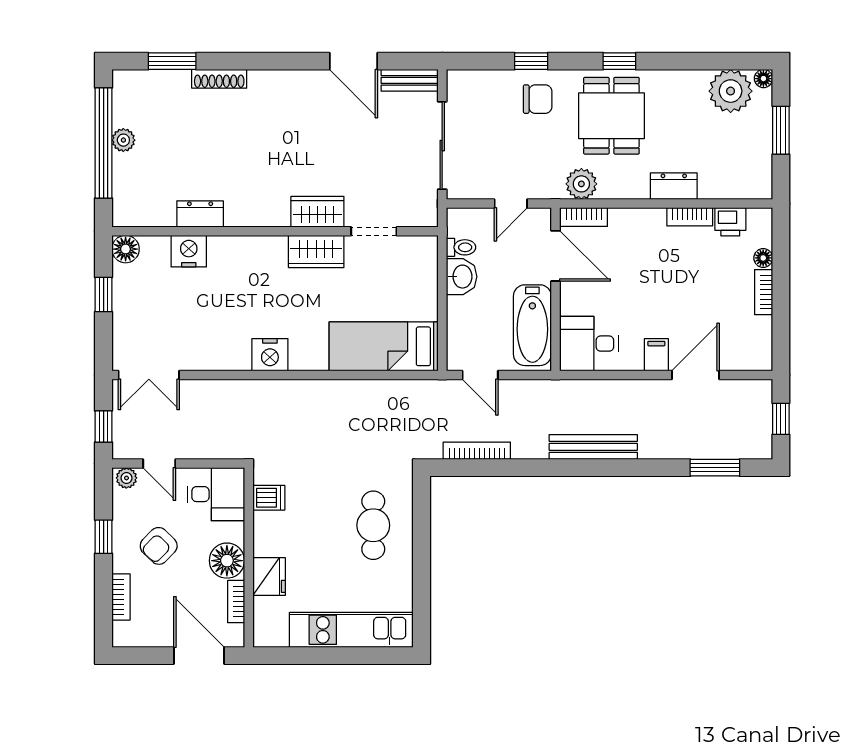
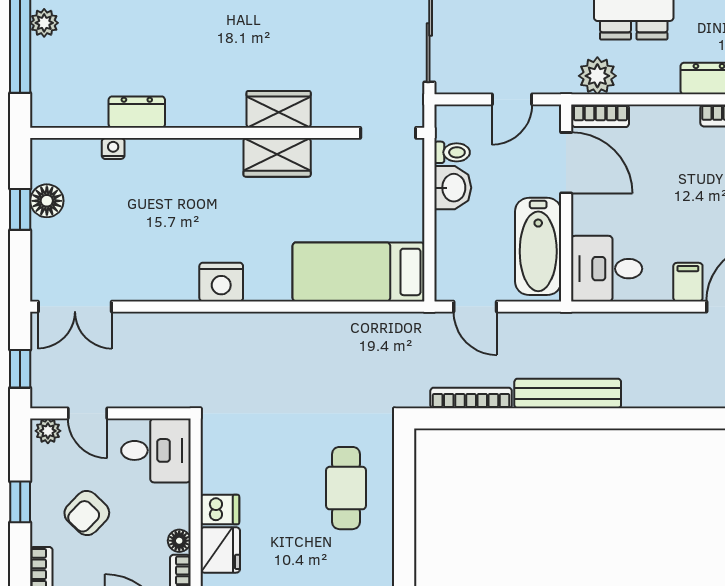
doorway: (374, 231) -> (388, 133), moved
floor lamp: (126, 249) -> (47, 201), moved
nightstand: (189, 251) -> (113, 149), width x0.53, depth x0.56
bench: (593, 447) -> (568, 393), moved
dishwasher: (269, 498) -> (220, 510), moved
floor lamp: (227, 561) -> (179, 541), width x0.53, depth x0.53

